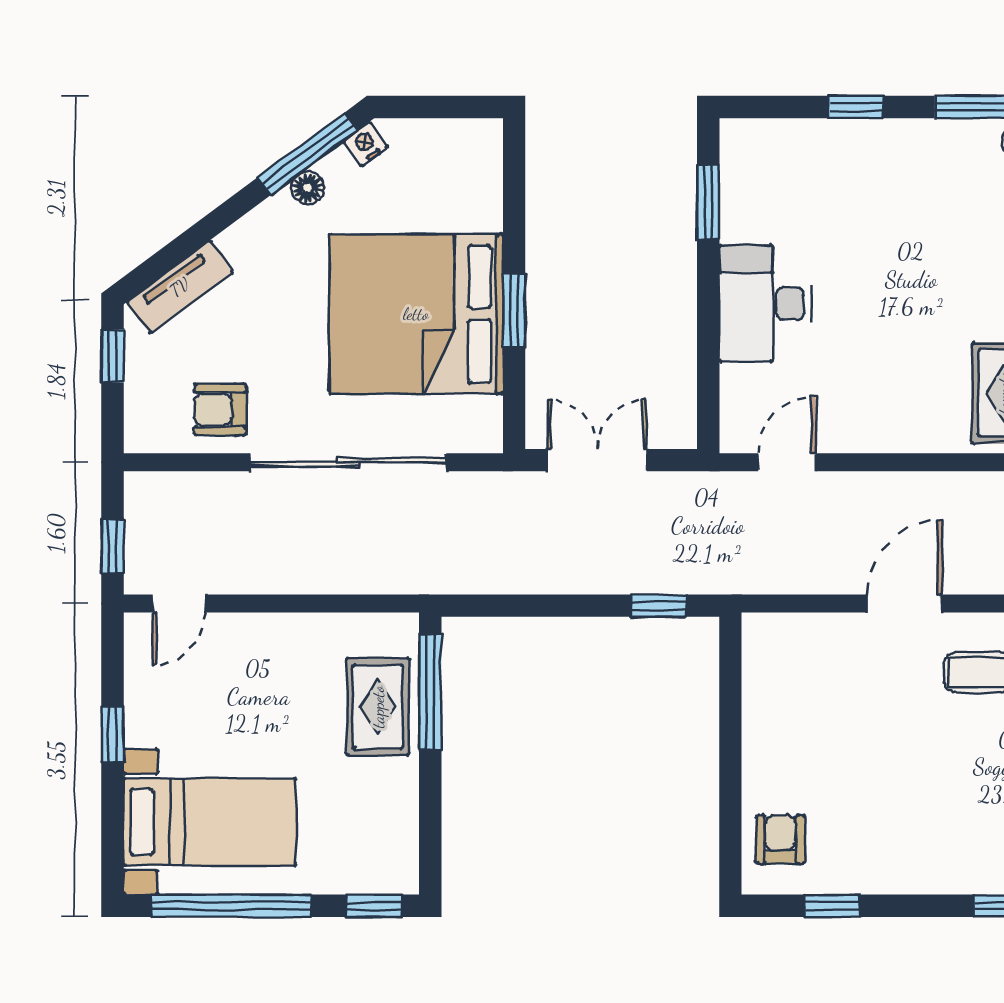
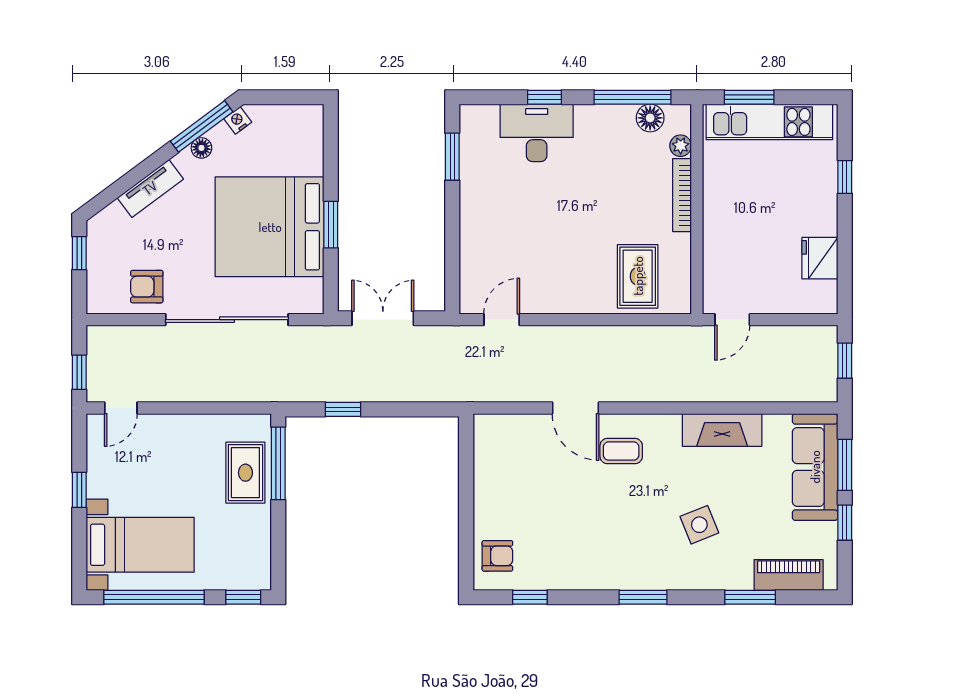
tv unit: (180, 287) -> (150, 188), moved
desk: (765, 303) -> (537, 133), moved, turned 90
door: (905, 603) -> (575, 408), swing flipped
window: (658, 606) -> (343, 409), moved
armchair: (780, 840) -> (497, 556), turned 90

